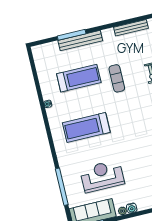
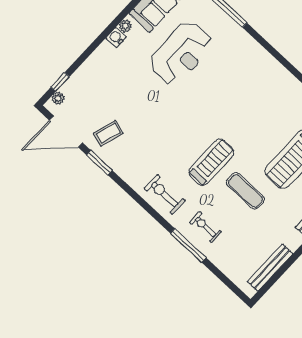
treadmill: (86, 128) -> (211, 162), moved, width x0.73, depth x0.73

